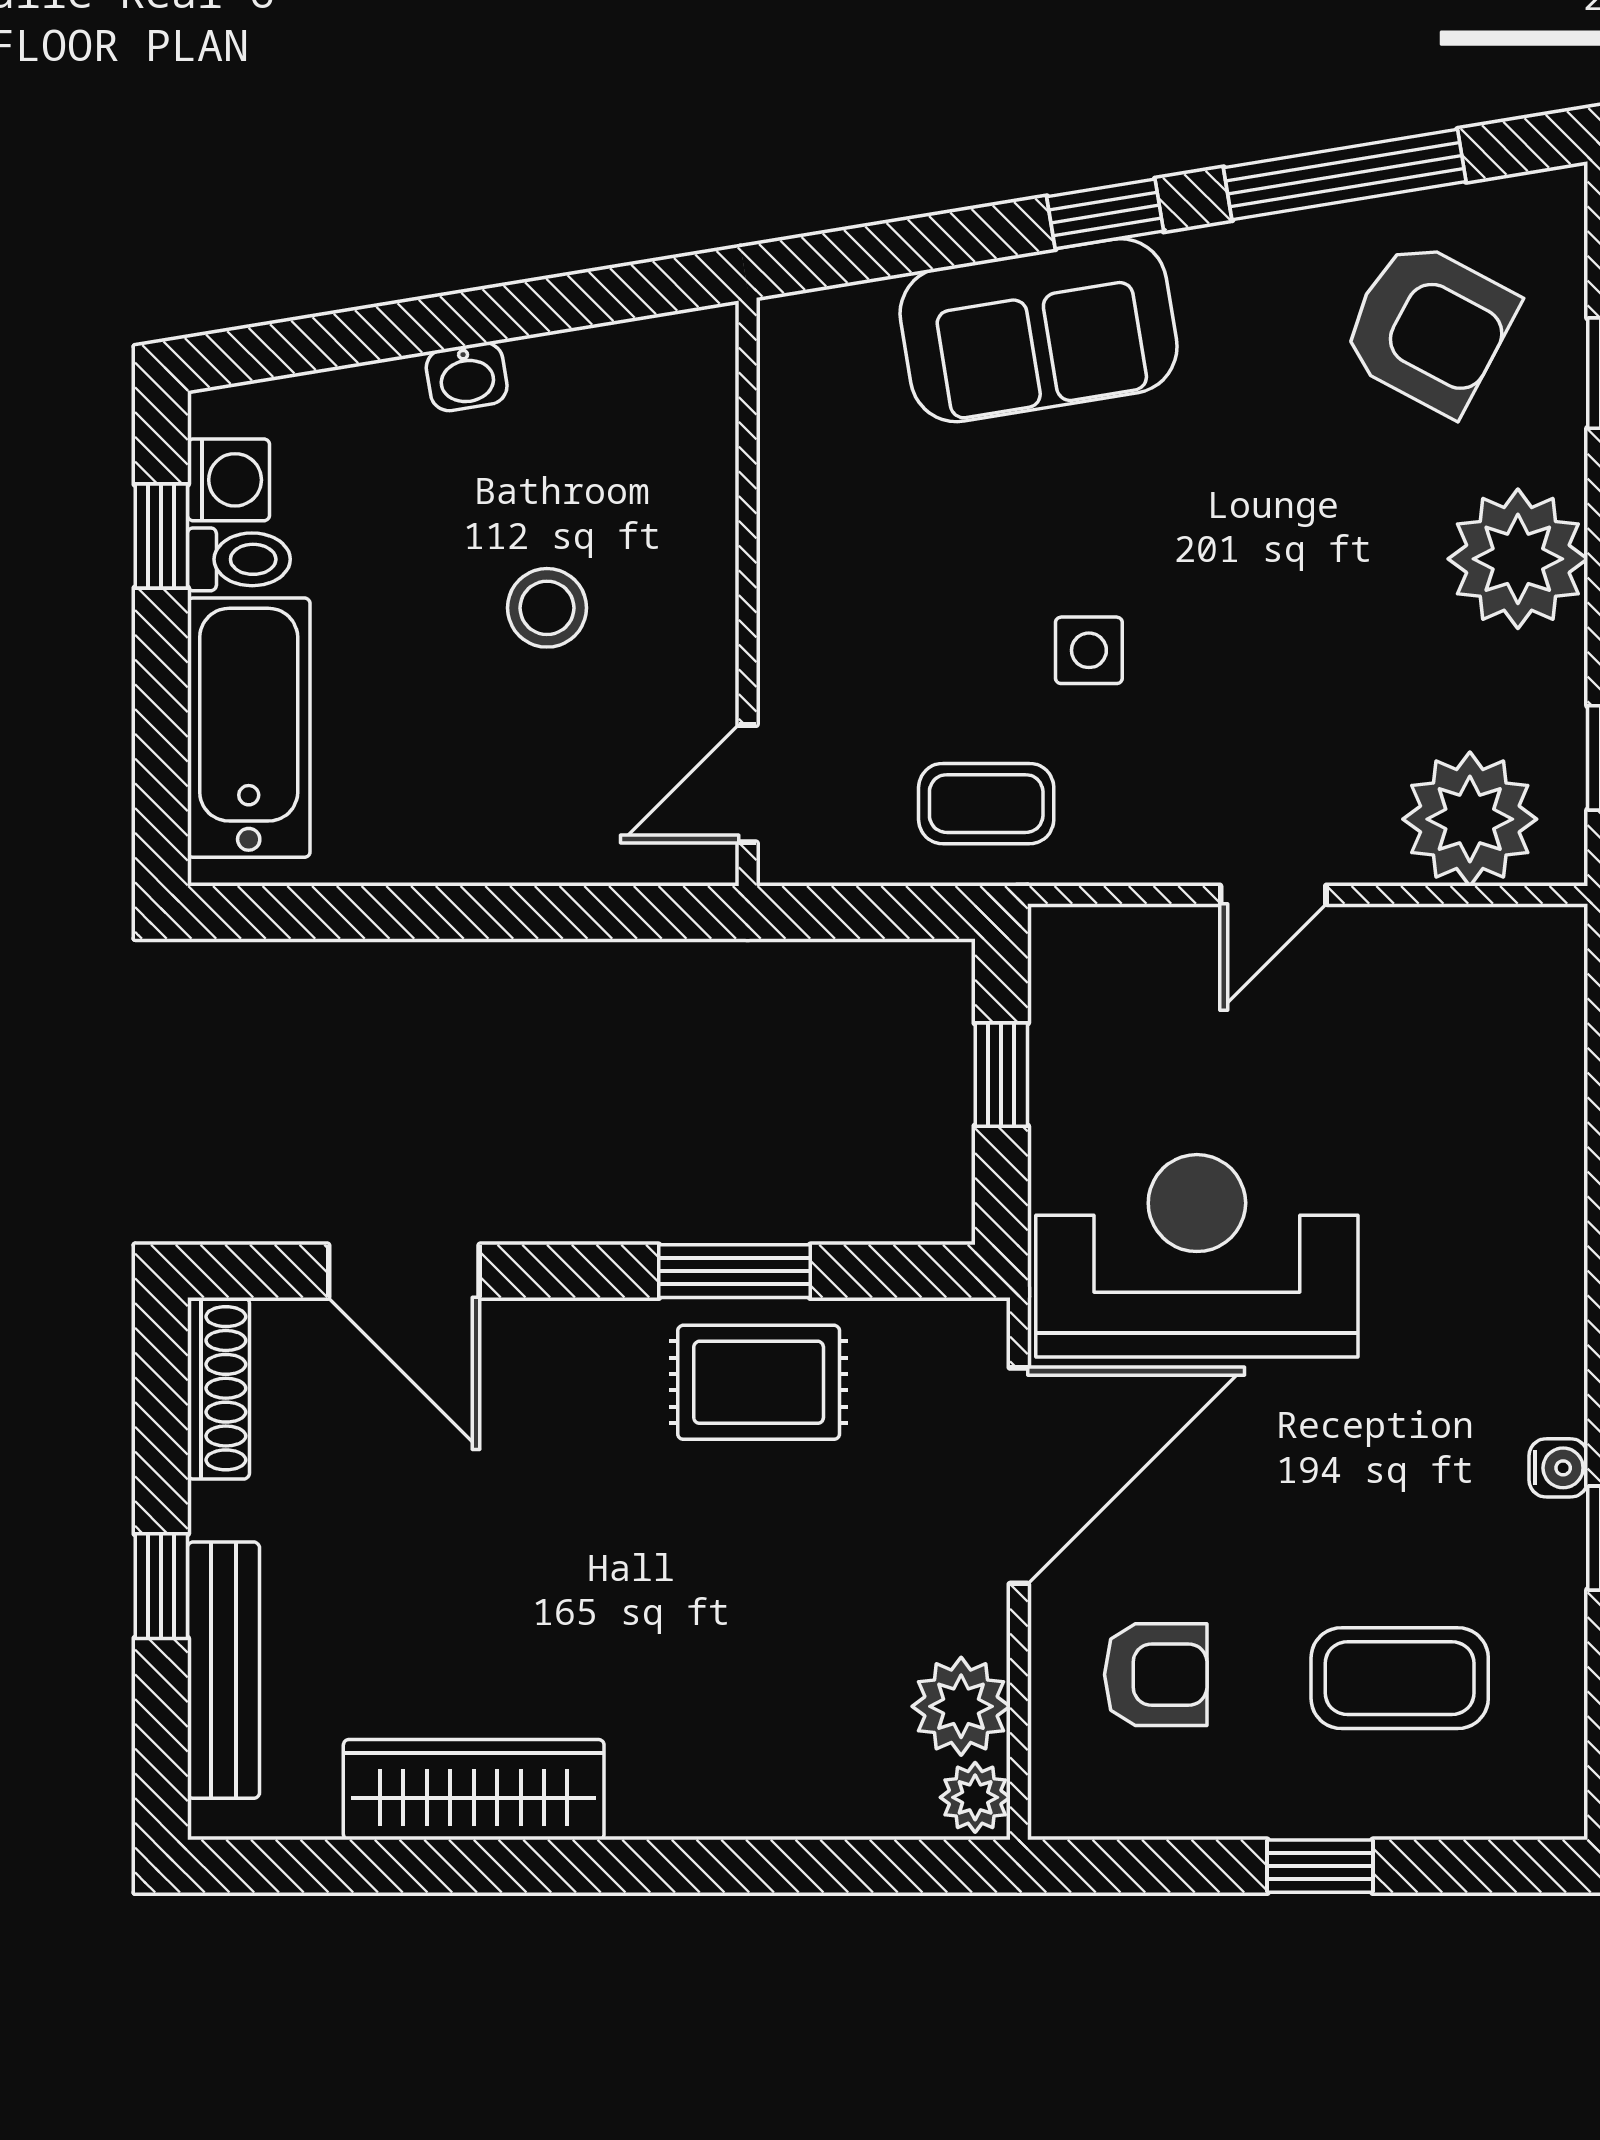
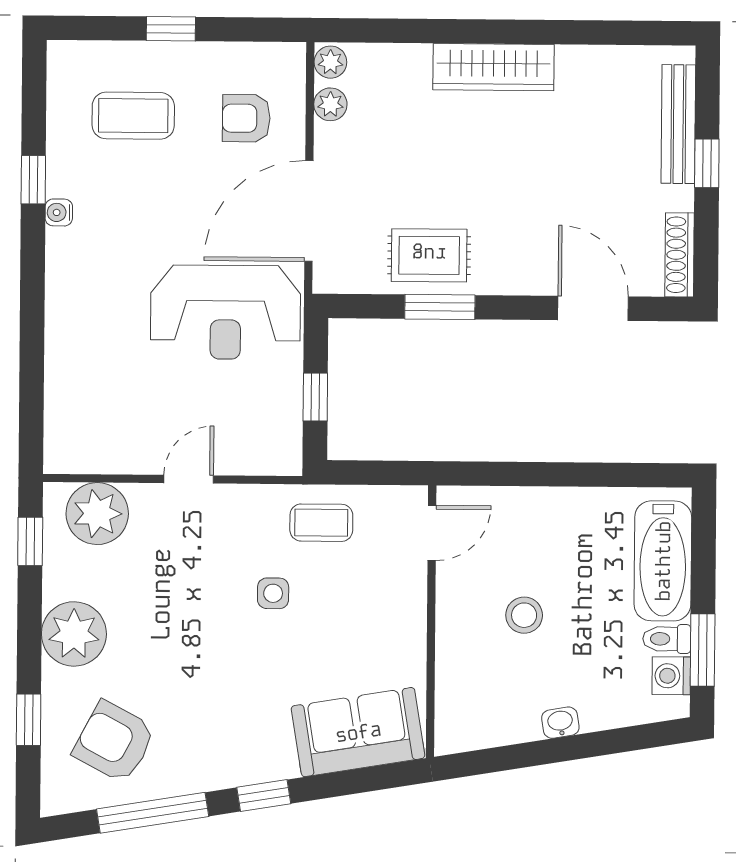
sofa: (1039, 330) -> (358, 732), moved
window: (161, 536) -> (703, 650), width x1.50
plant: (961, 1706) -> (330, 104), width x0.73, depth x0.73
wardrobe: (474, 1790) -> (493, 67), moved

